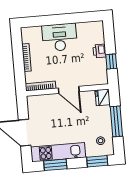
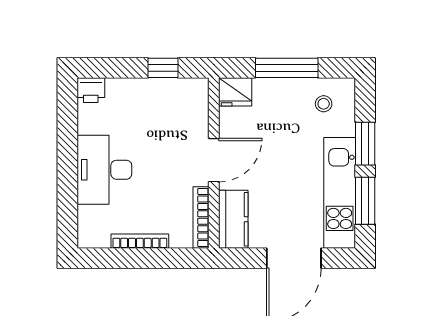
printer: (100, 51) -> (91, 90), moved
kitchen counter: (41, 102) -> (233, 219), added
window: (97, 161) -> (365, 144), moved

